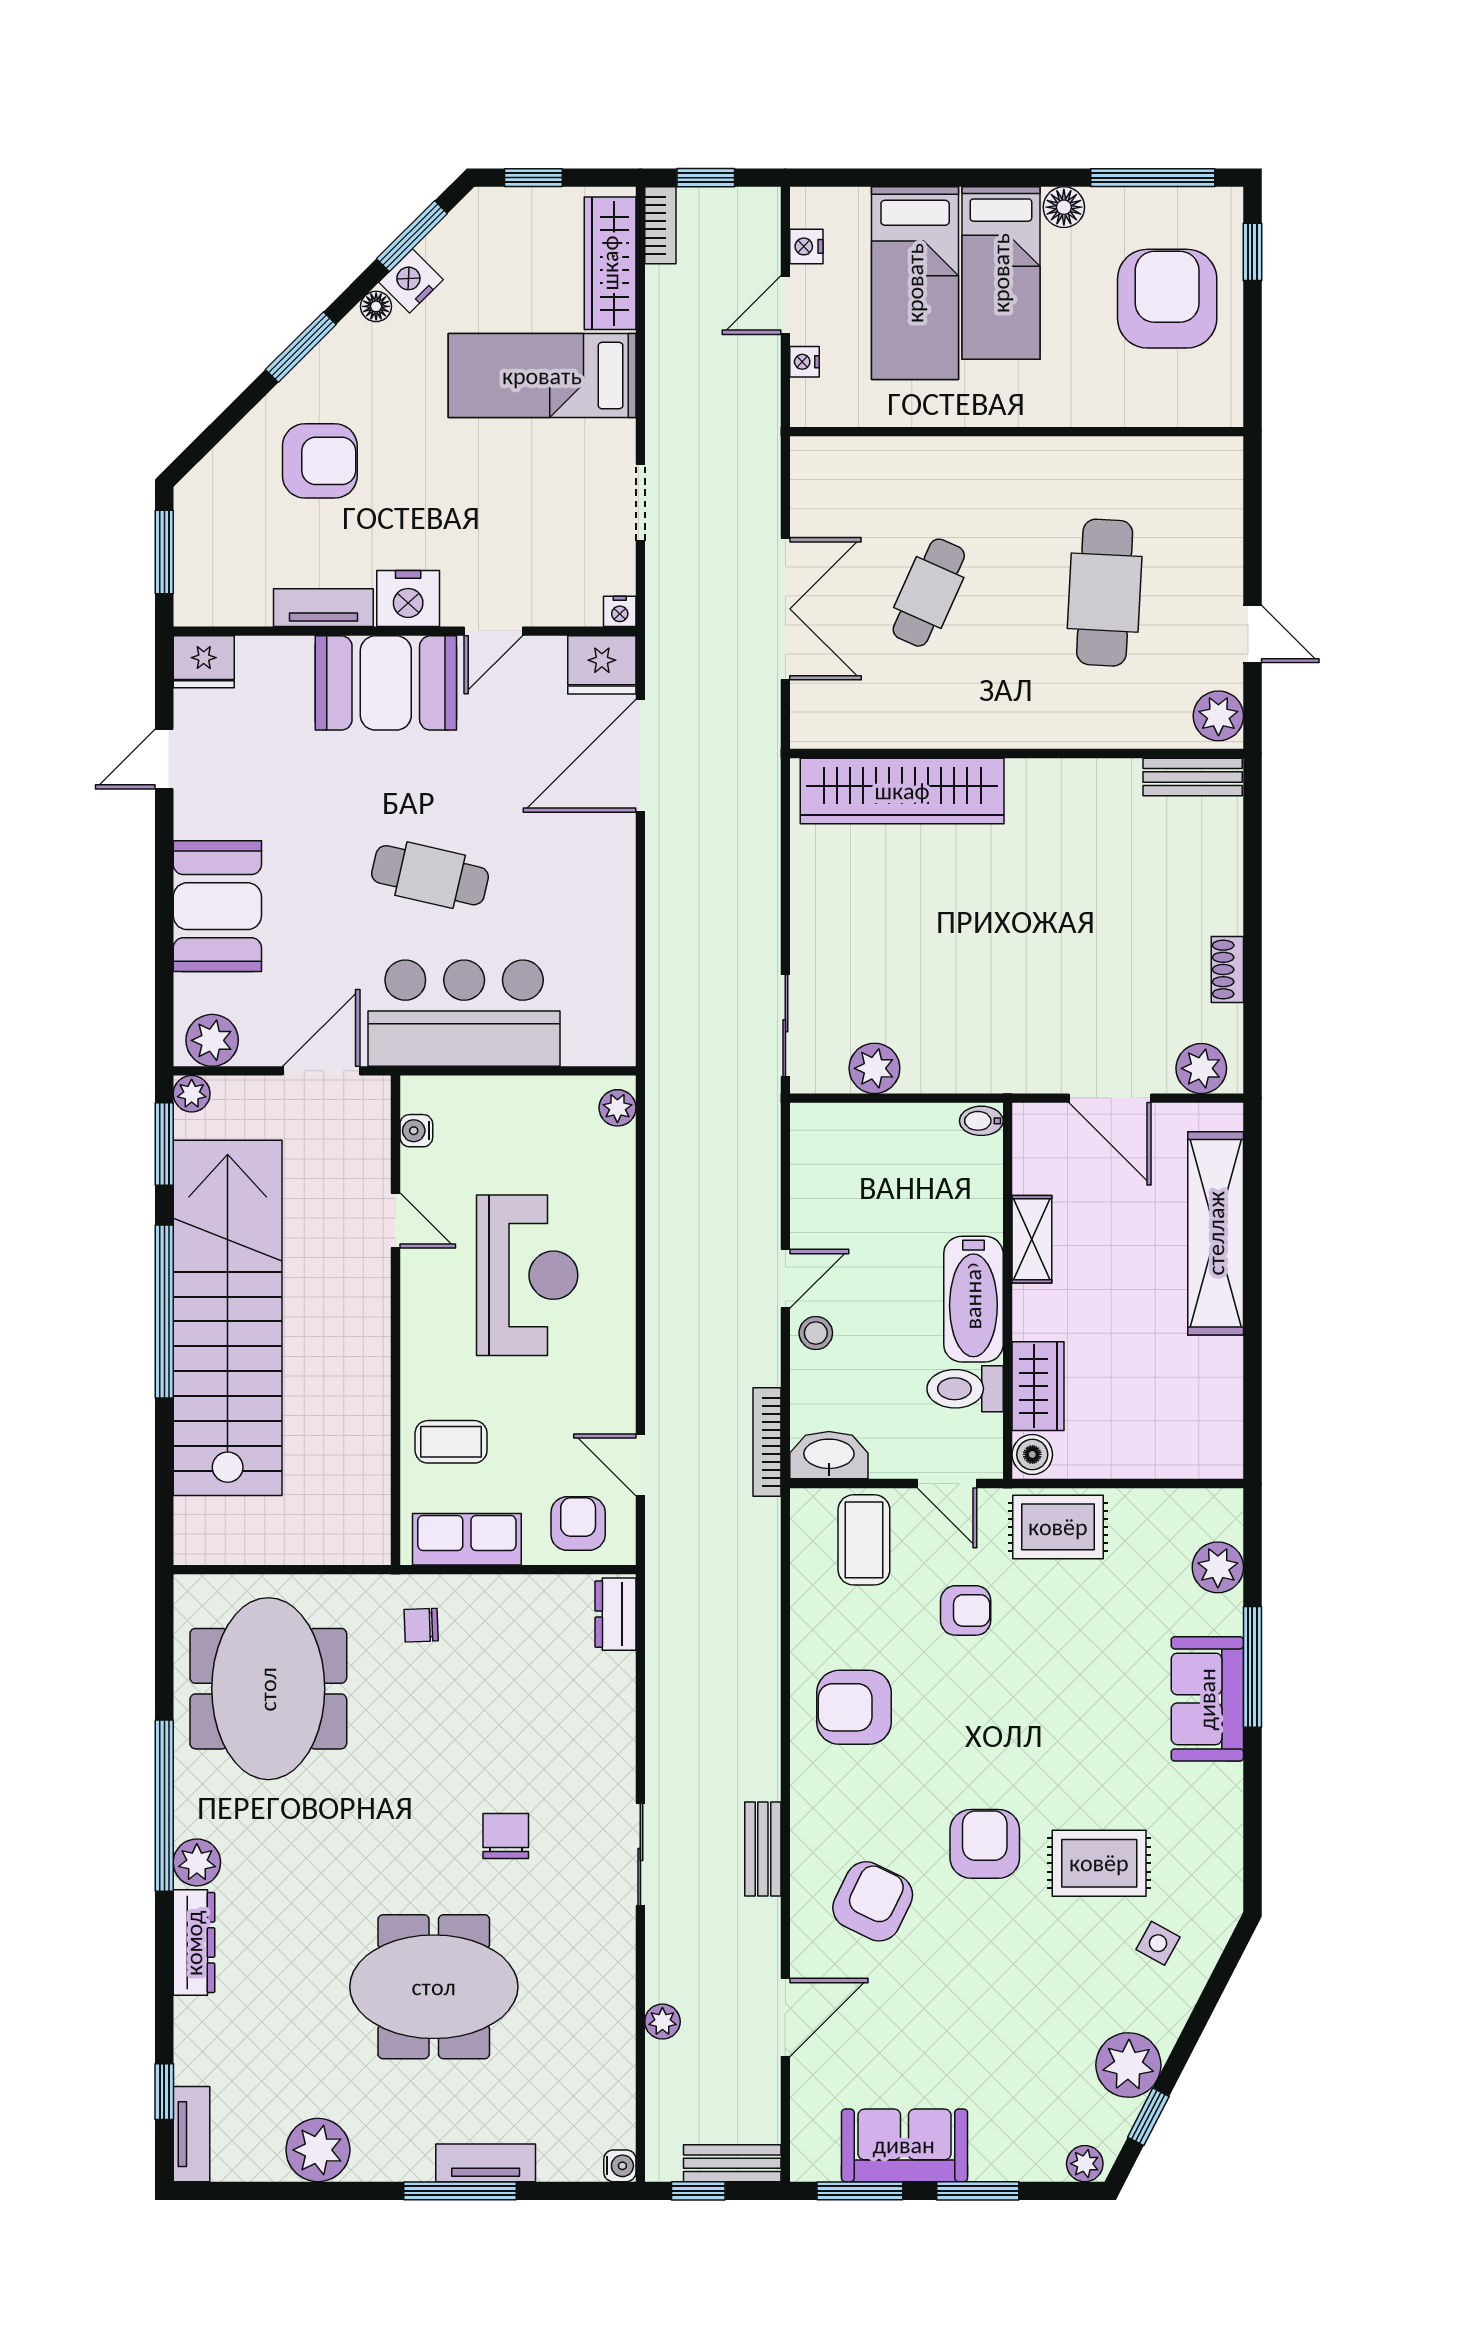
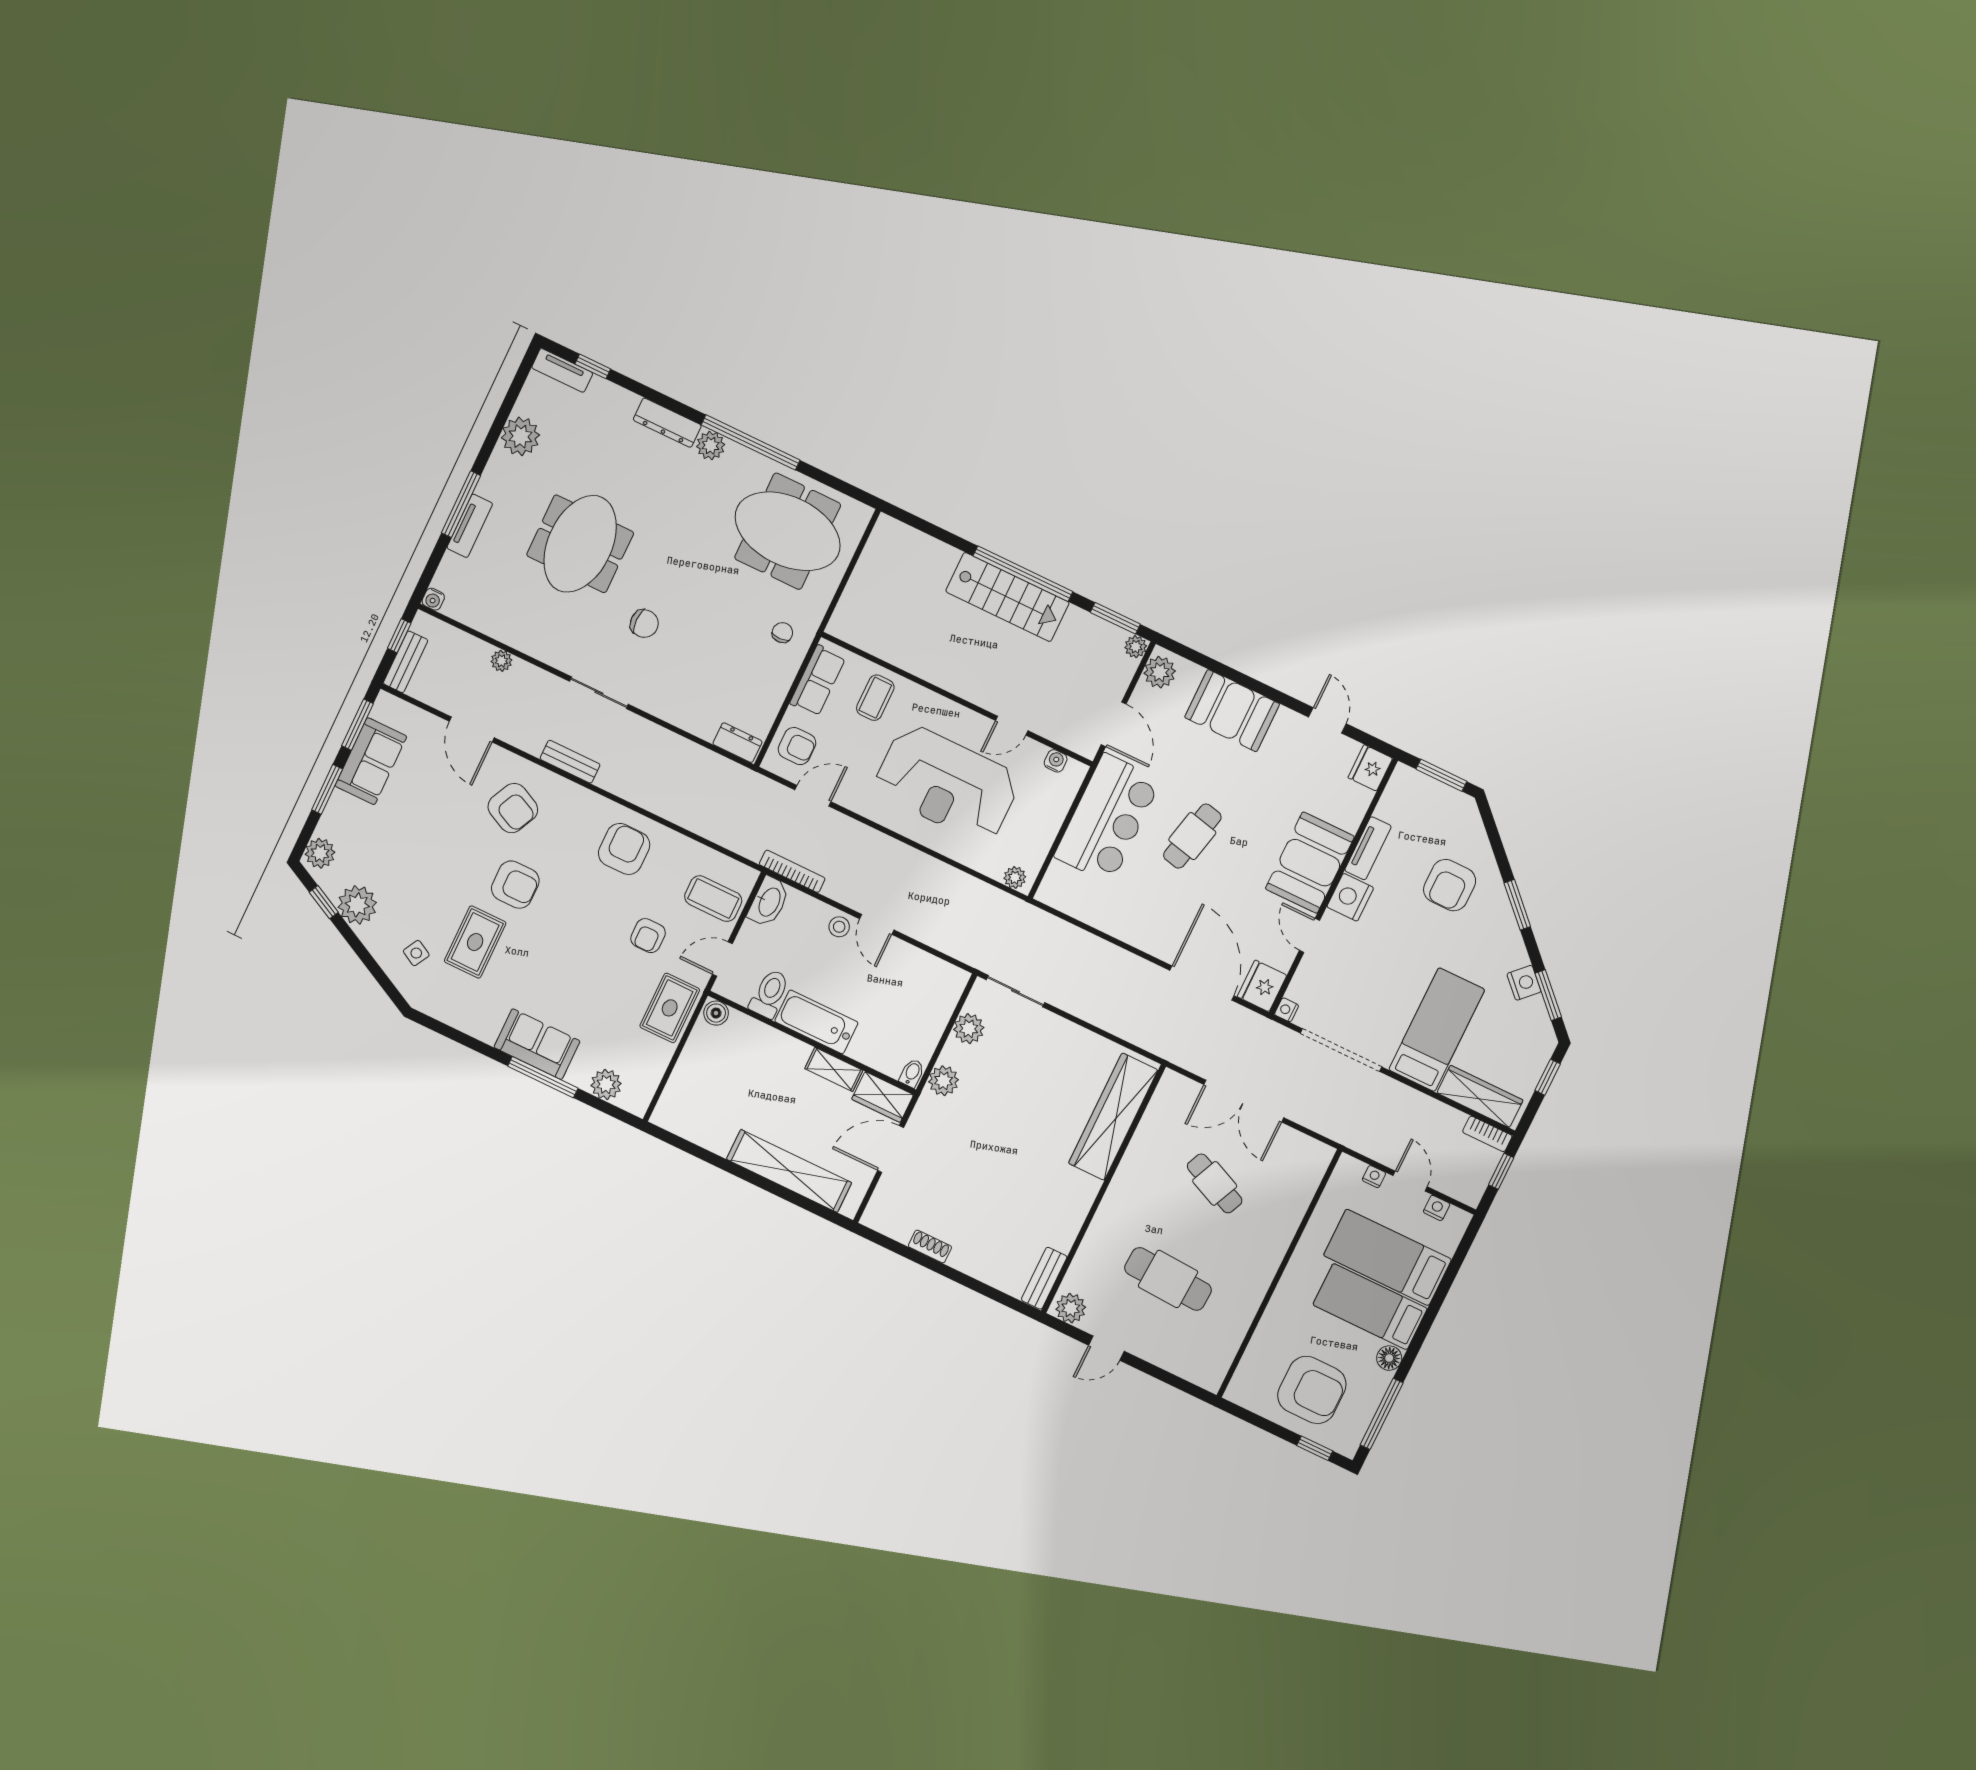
floor lamp: (376, 306) -> (1519, 957), removed
doorway: (640, 502) -> (1341, 1050), width x1.87
plant: (1201, 1068) -> (943, 1081), moved
reception desk: (527, 1275) -> (947, 784), width x1.36, depth x1.30
stairs: (228, 1318) -> (1007, 597), width x0.54, depth x0.66
wardrobe: (1038, 1386) -> (883, 1097), moved
plant: (1085, 2164) -> (320, 853), width x1.38, depth x1.38

